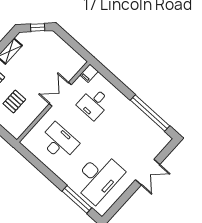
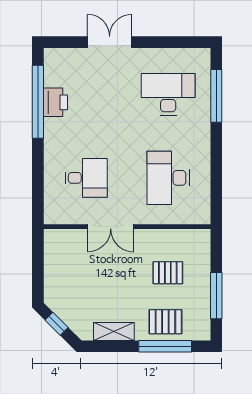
filing cabinet: (89, 73) -> (56, 215), removed
printer: (142, 121) -> (55, 102), added
desk: (98, 177) -> (168, 94), width x0.73, depth x0.77

